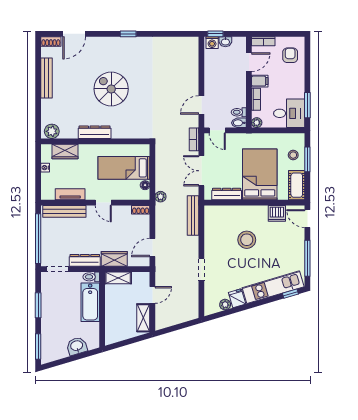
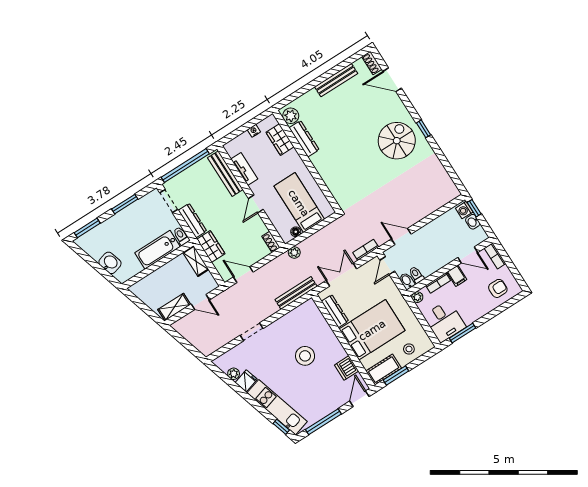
spiral stairs: (111, 89) -> (397, 141), moved
dresser: (95, 132) -> (304, 139), moved
window: (307, 159) -> (396, 376), moved

